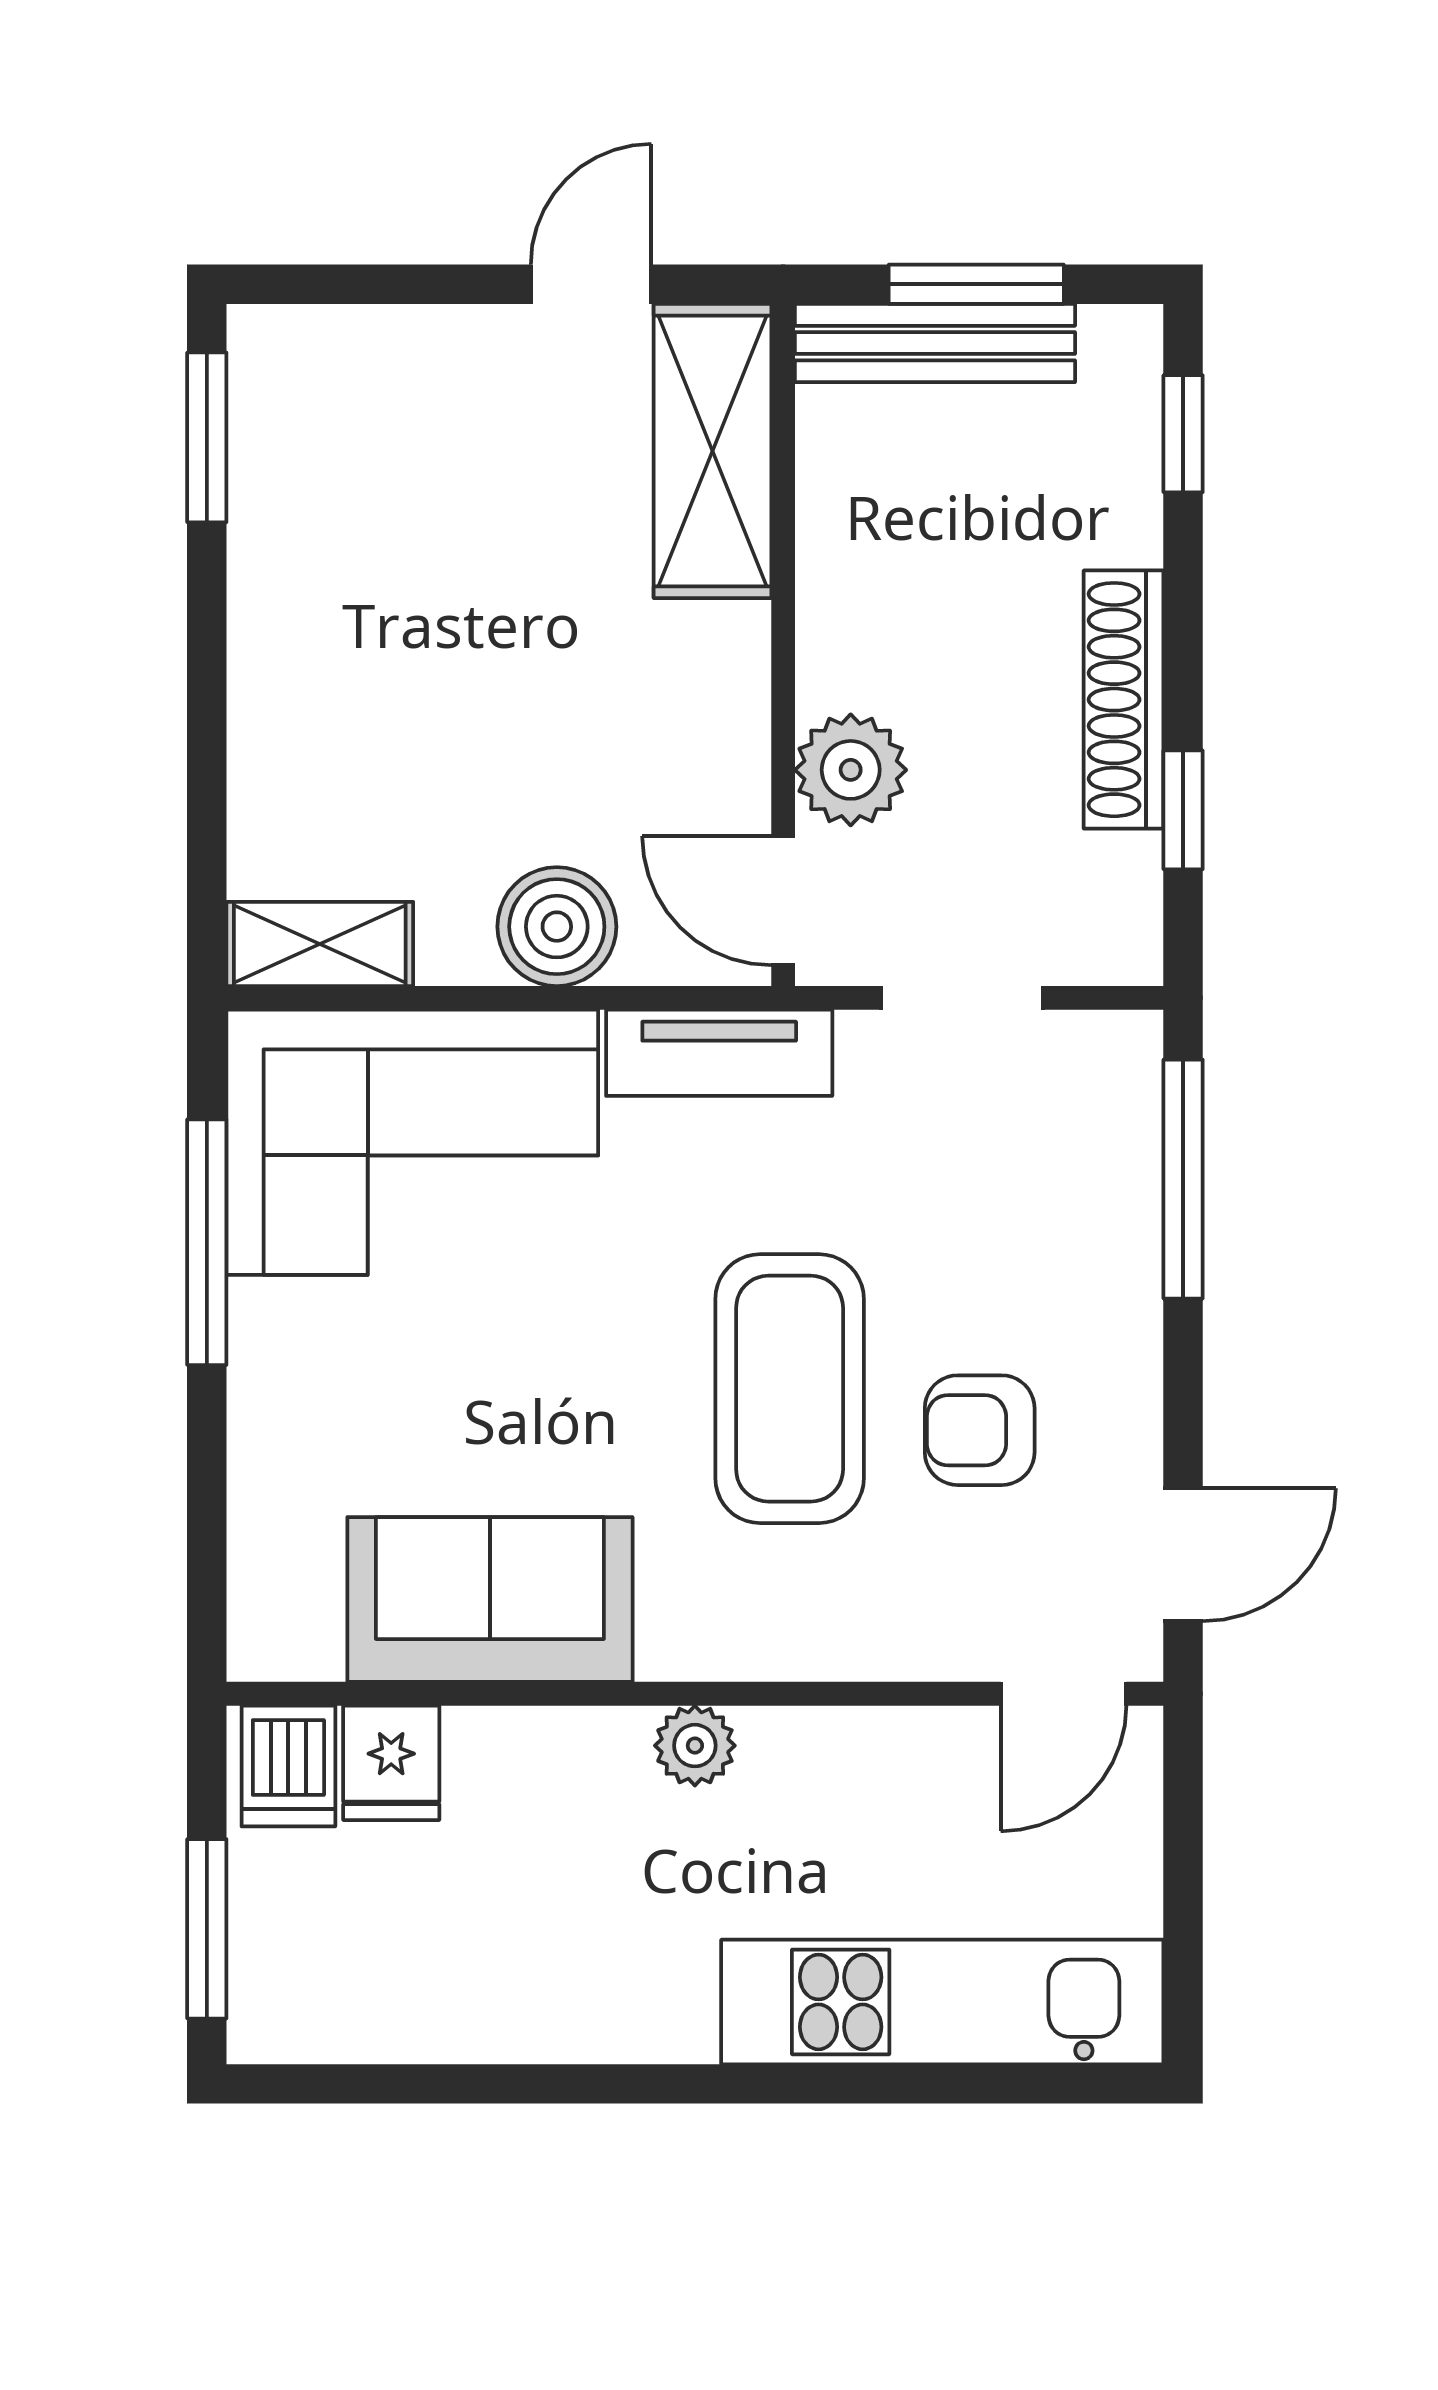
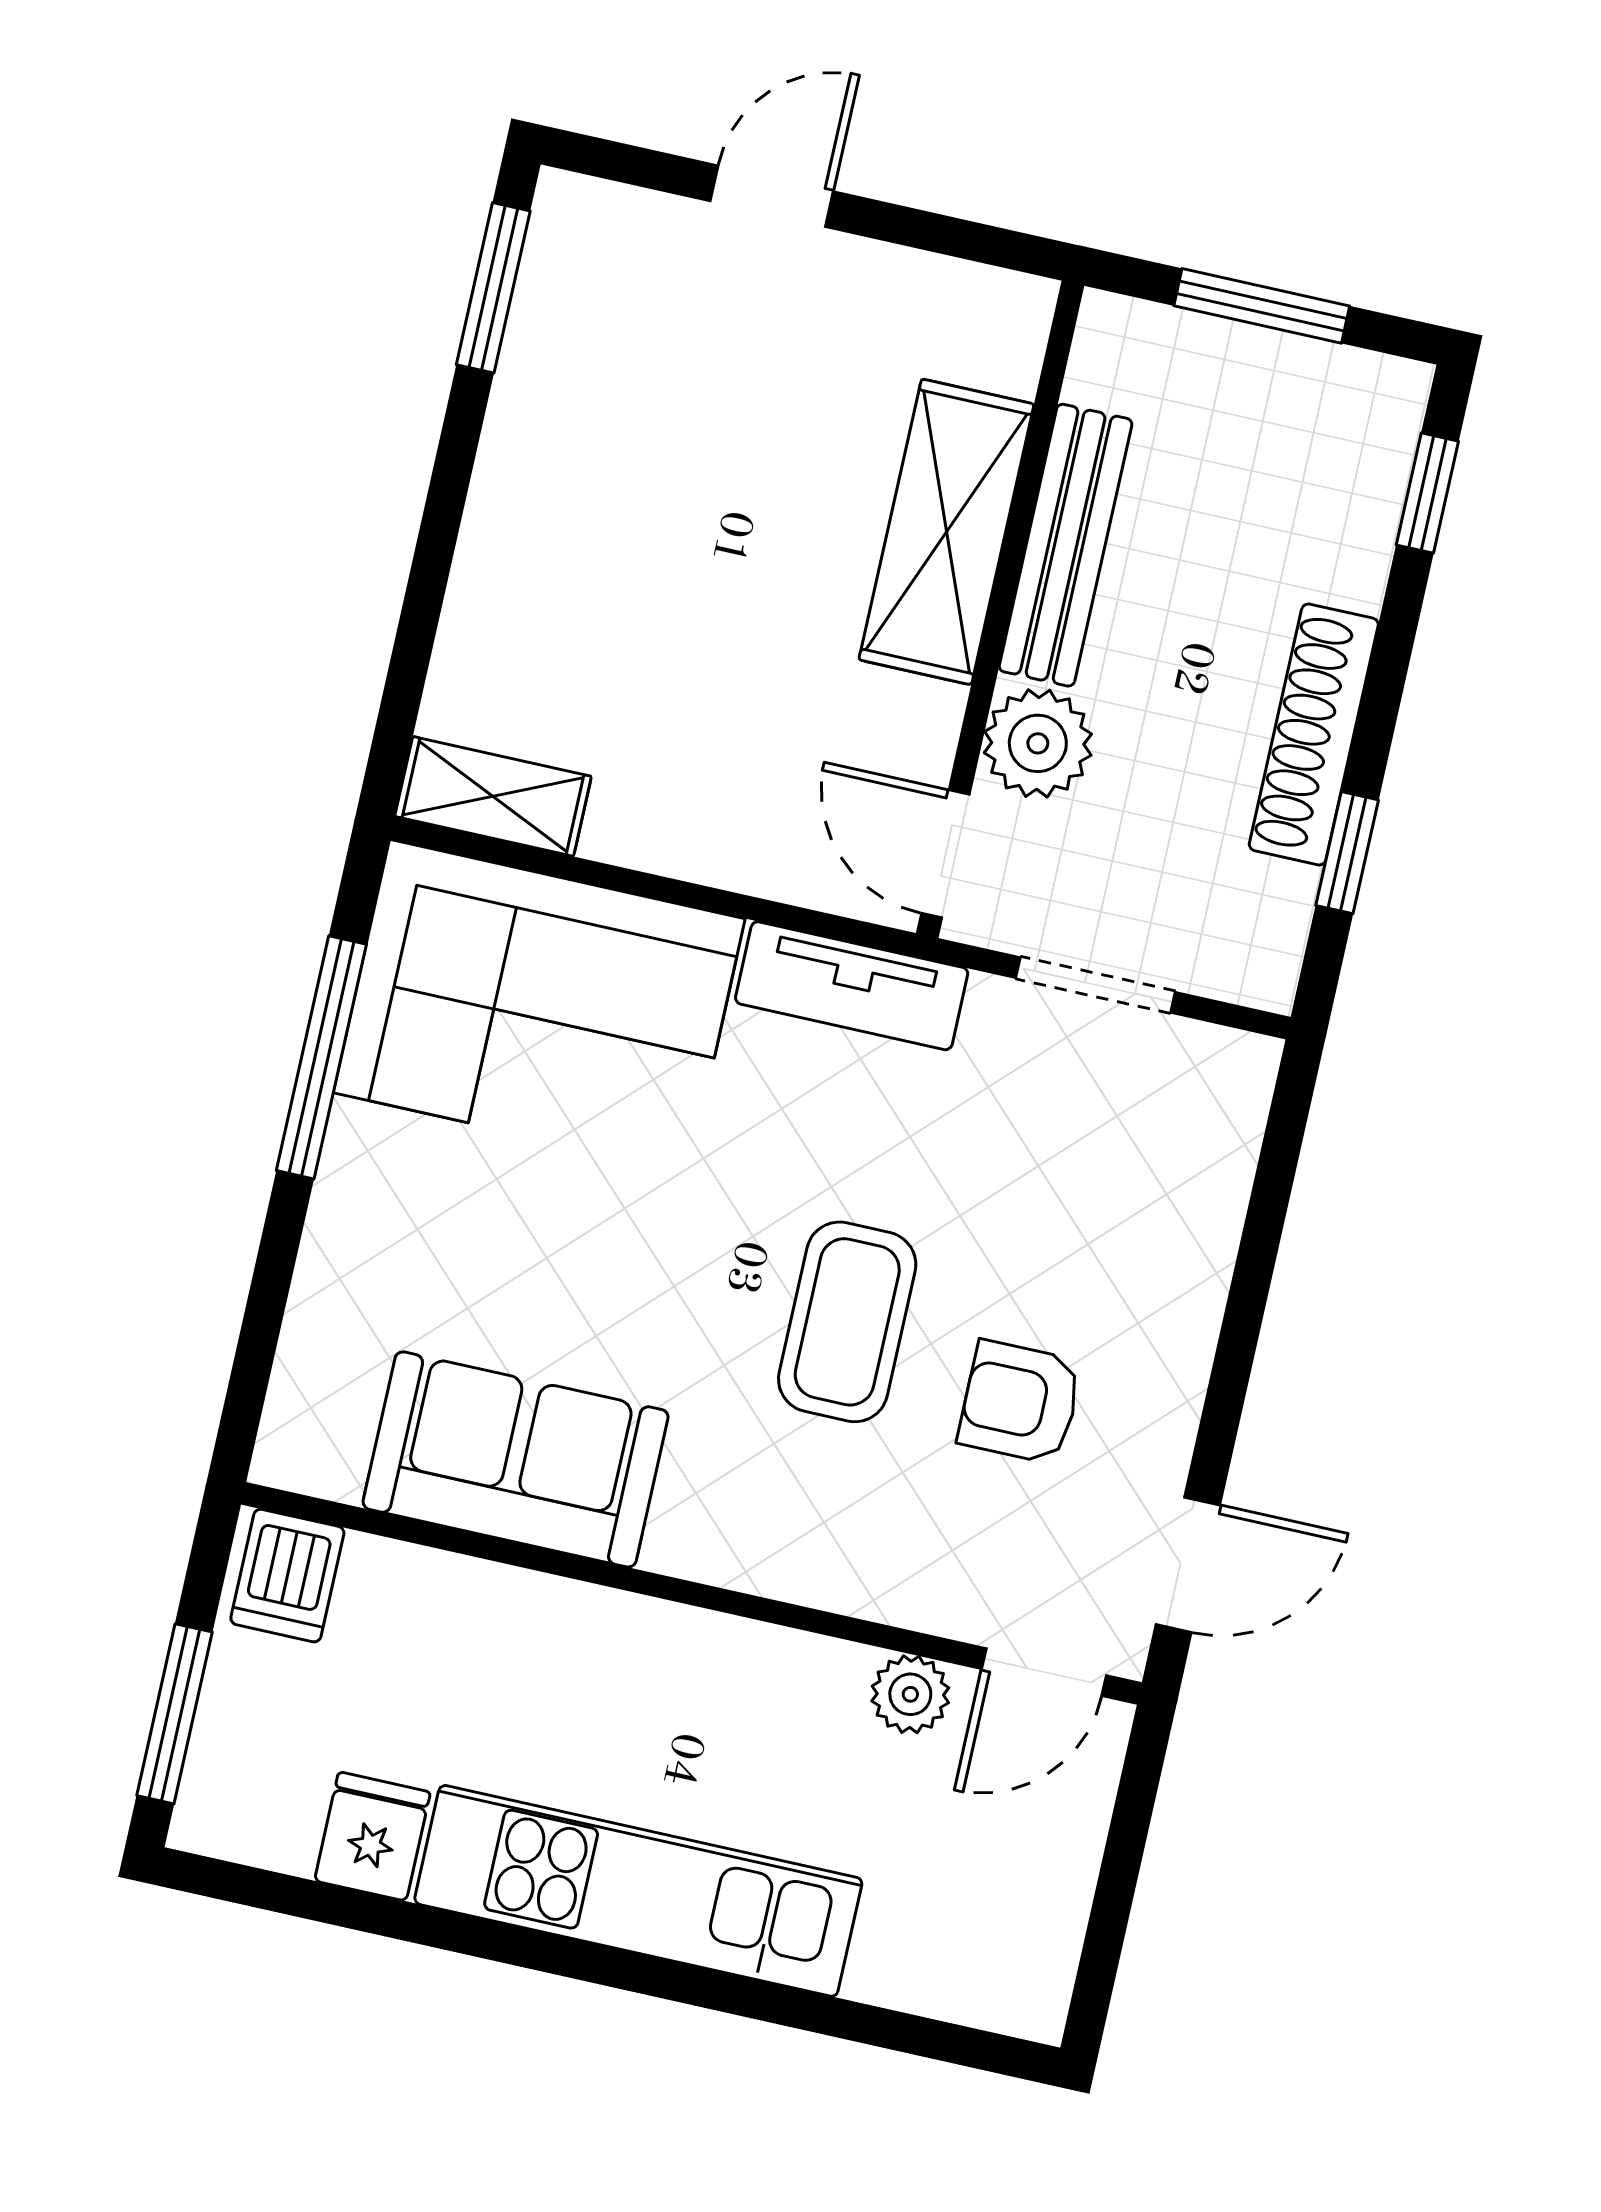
door: (591, 284) -> (772, 196), moved
bench: (935, 343) -> (1066, 545), moved, turned 90
shelving: (713, 451) -> (946, 532), moved
boiler: (557, 927) -> (723, 830), removed
window: (1183, 1179) -> (1268, 1206), removed
coffee table: (790, 1389) -> (847, 1322), width x0.73, depth x0.76
plant: (695, 1746) -> (910, 1694), moved
fridge: (391, 1763) -> (372, 1836), moved, turned 180
kitchen unit: (942, 2002) -> (638, 1891), moved

